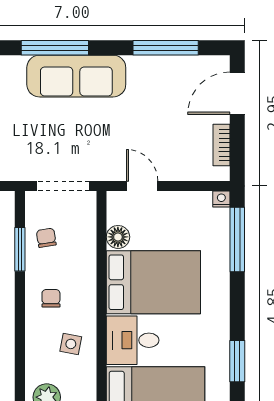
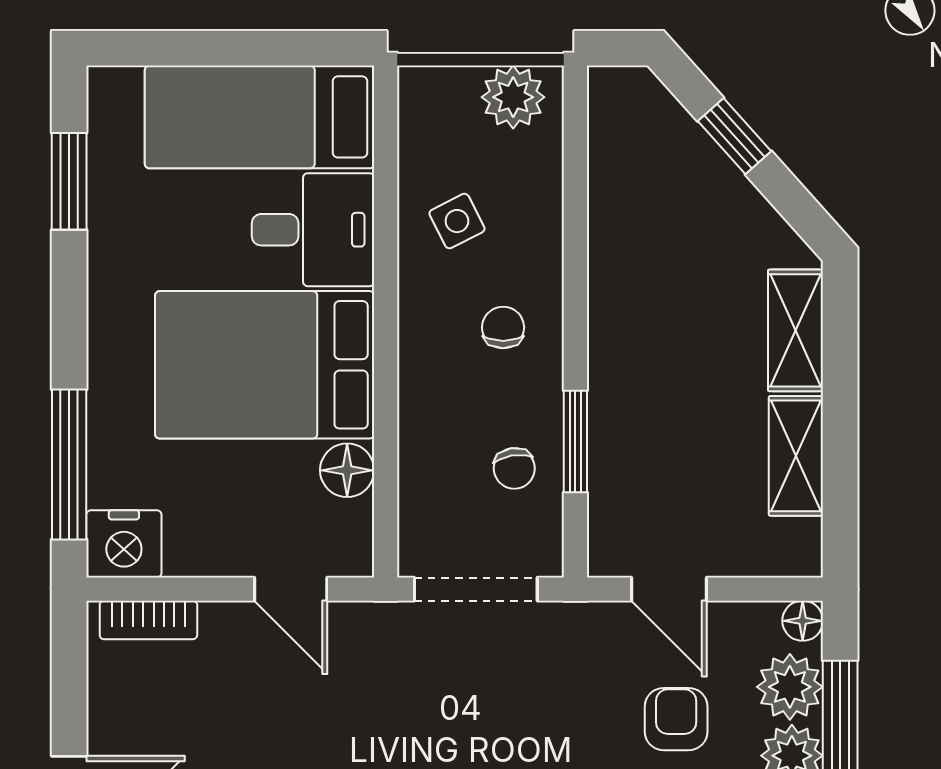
bookcase: (222, 145) -> (148, 620), moved, turned 90
nightstand: (221, 199) -> (124, 544), width x1.89, depth x1.79
chair: (51, 298) -> (503, 327), turned 180
side table: (71, 344) -> (457, 221), turned -38

